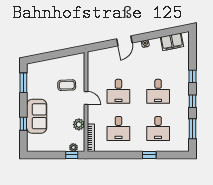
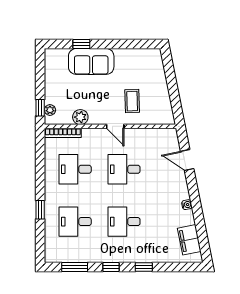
door: (124, 41) -> (187, 160), moved
window: (23, 83) -> (135, 44), removed
door: (86, 98) -> (115, 126), hinge flipped

